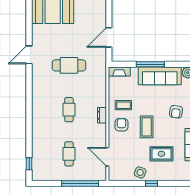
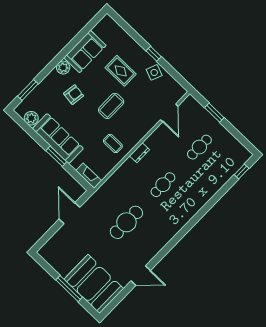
door: (109, 37) -> (69, 213), swing flipped
door: (29, 55) -> (141, 276), moved
window: (150, 64) -> (56, 156), width x0.69
cafe table: (69, 65) -> (126, 222), turned 90
armchair: (121, 125) -> (131, 129), removed
window: (80, 183) -> (214, 113), width x0.47

